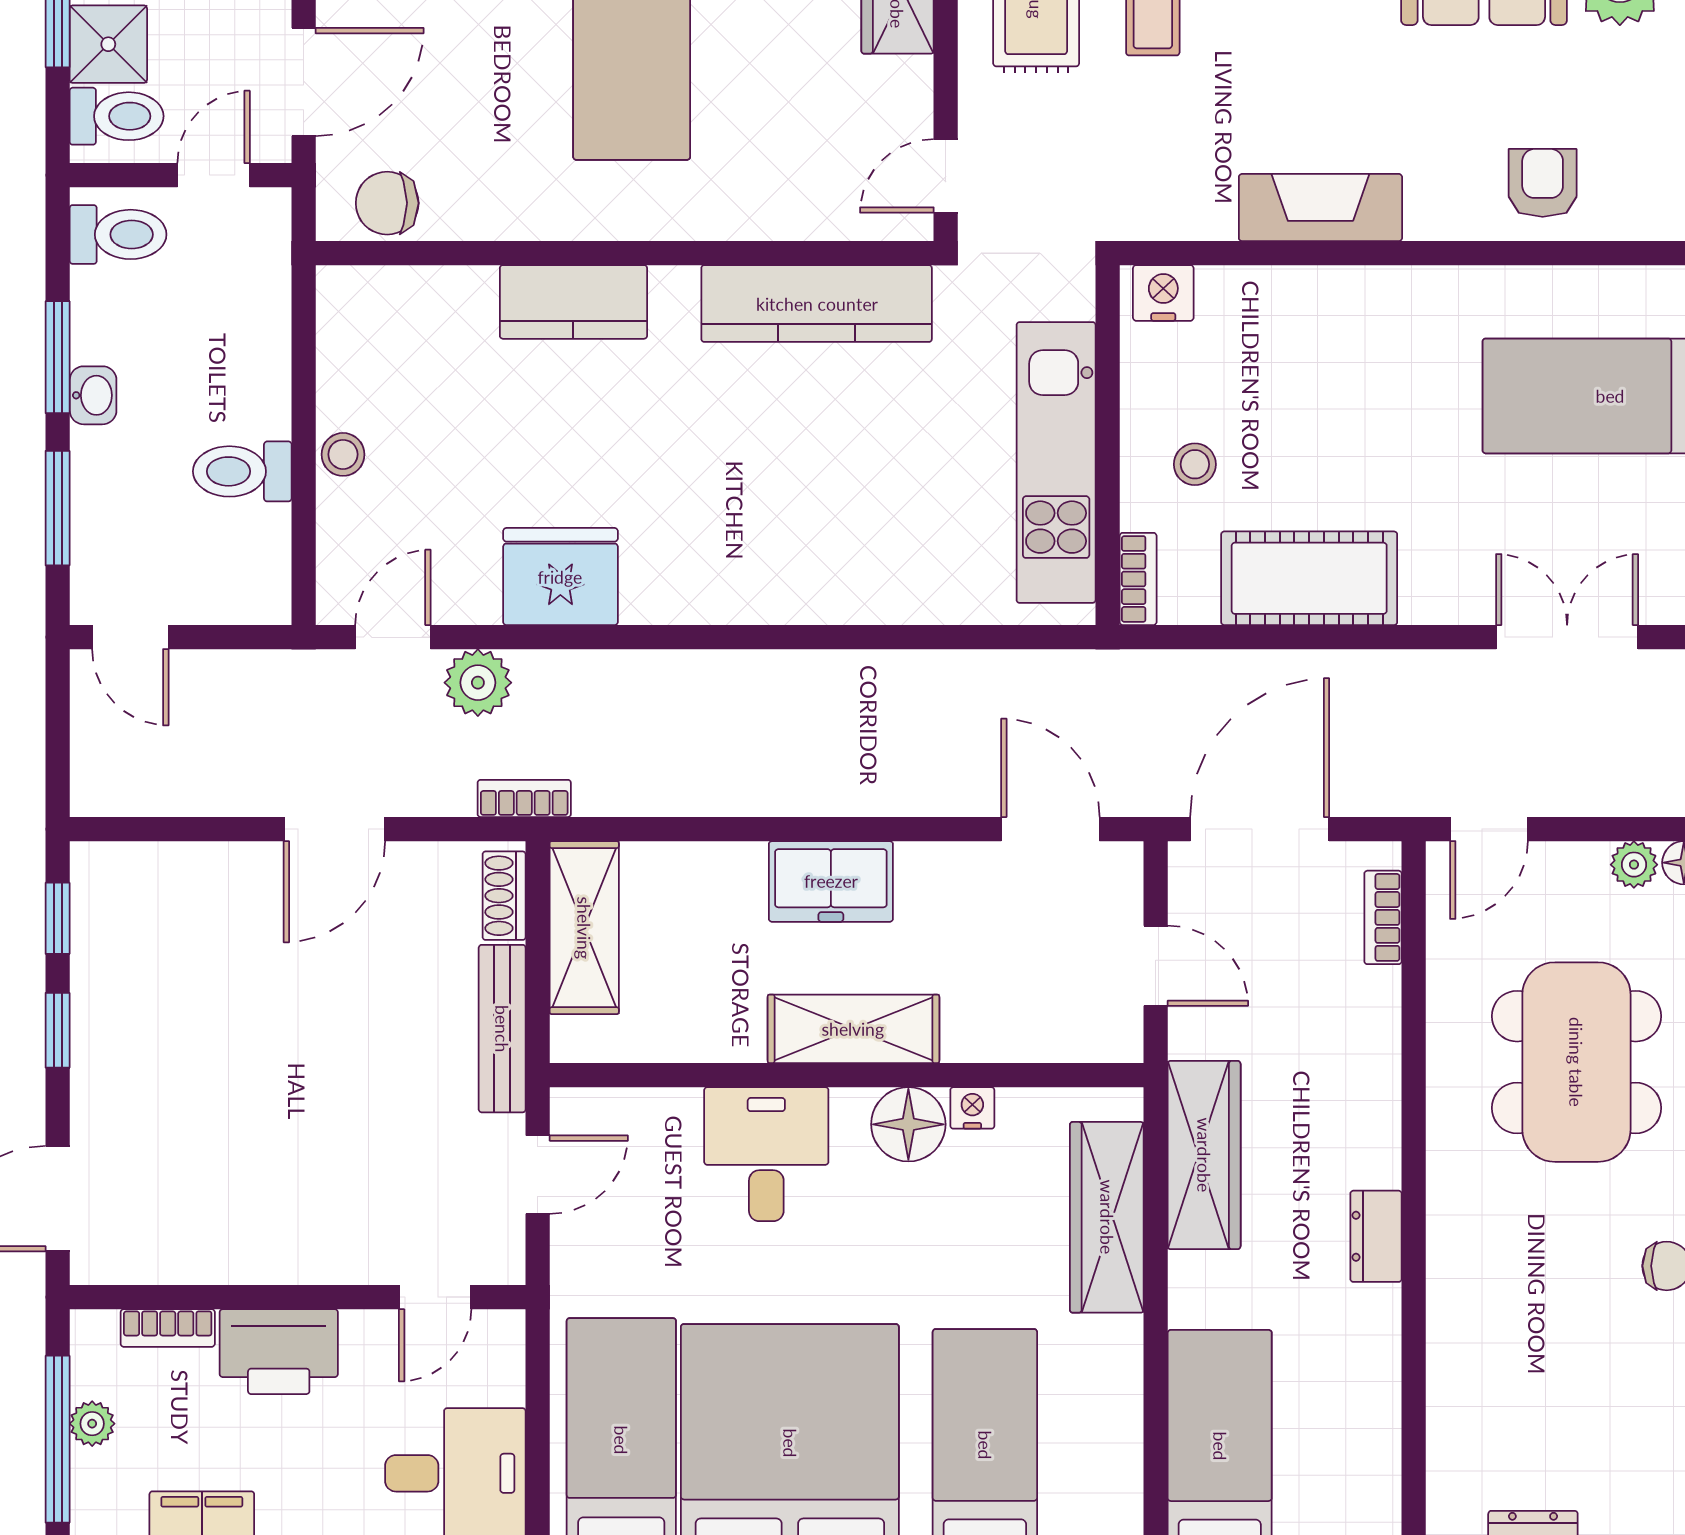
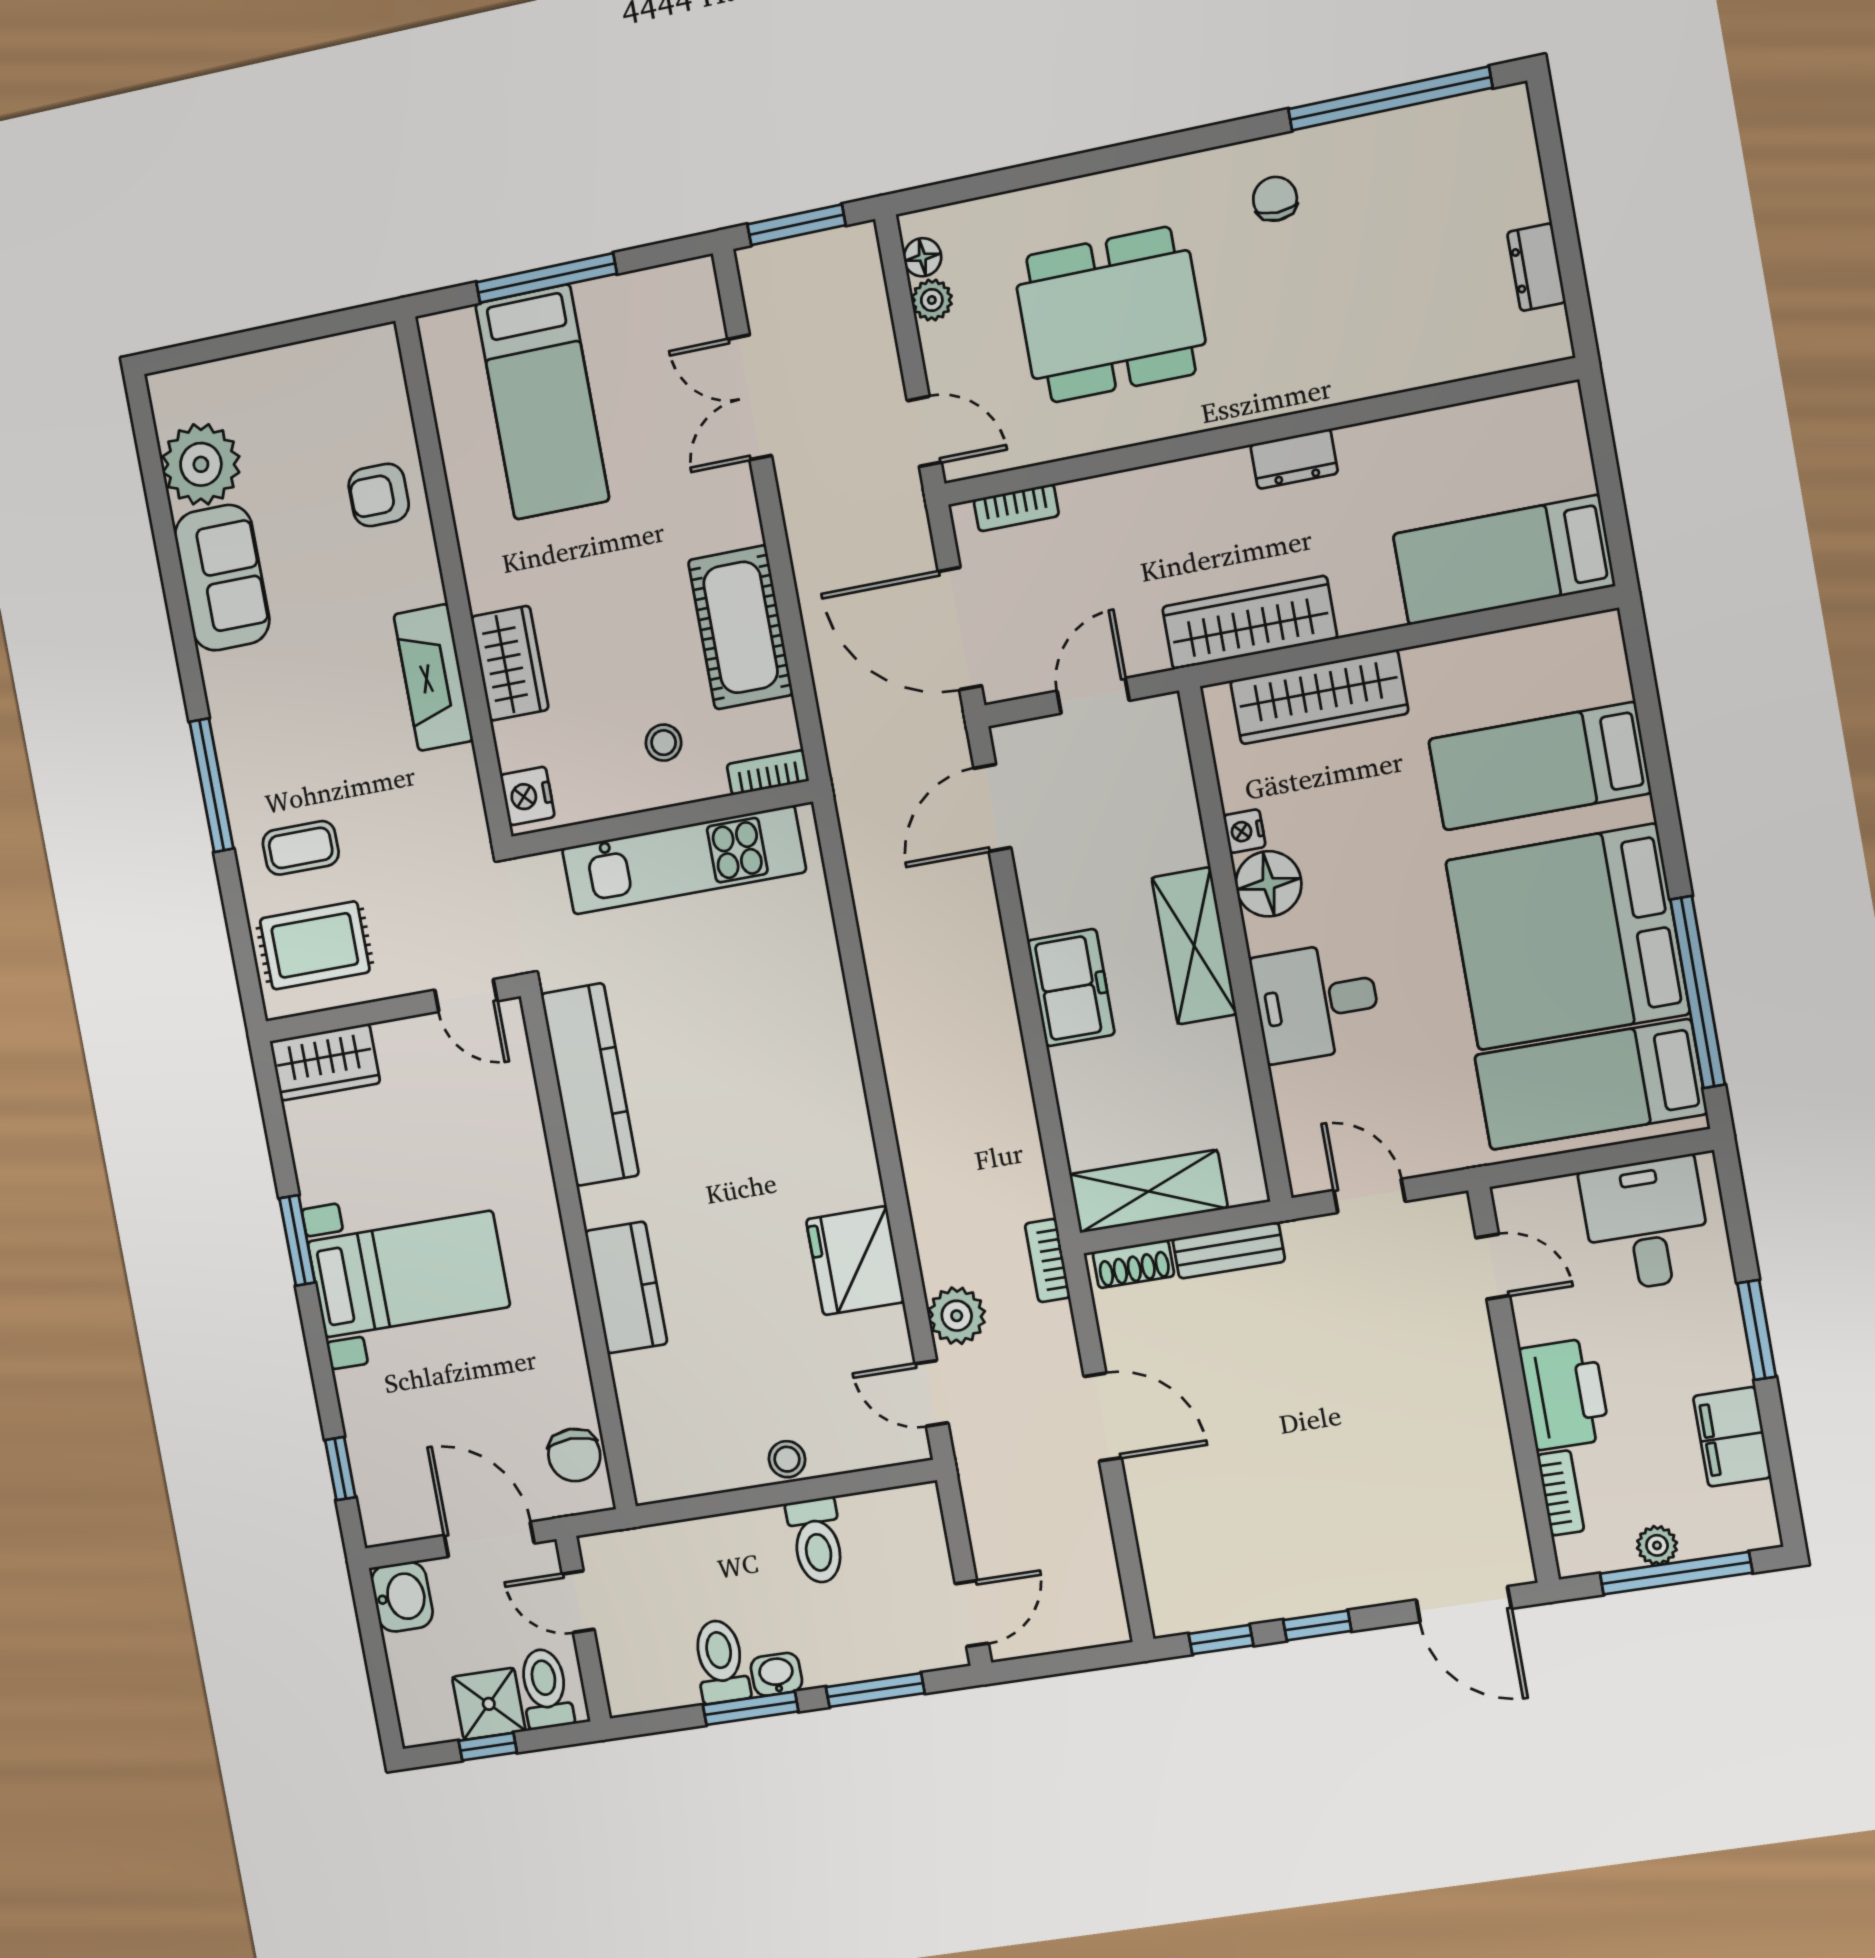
toilet: (118, 234) -> (721, 1661), moved
wardrobe: (1320, 301) -> (510, 663), added
bench: (502, 1029) -> (1229, 1250), width x0.73

